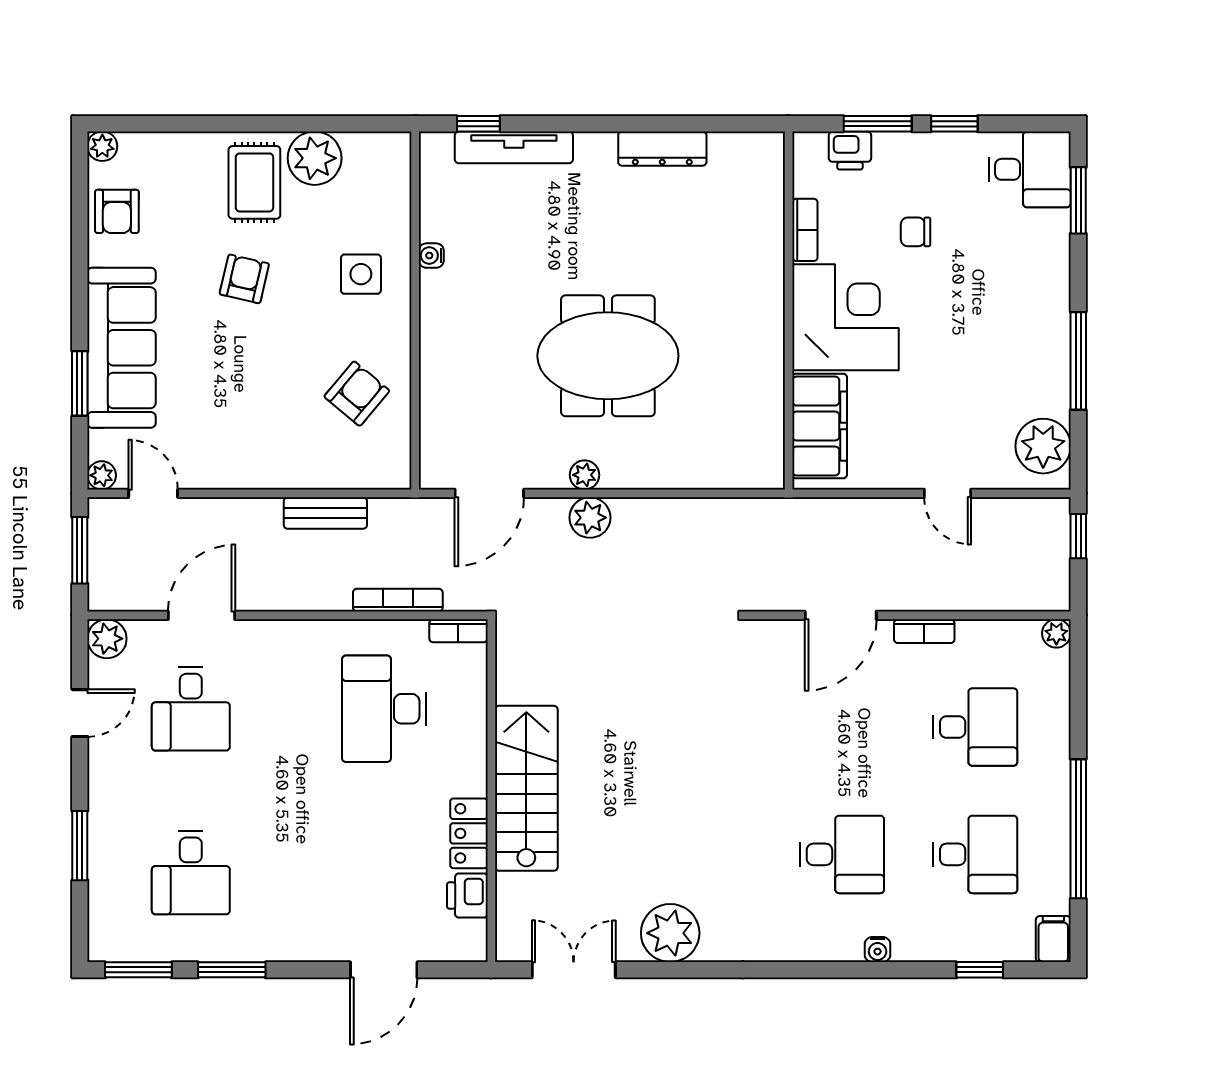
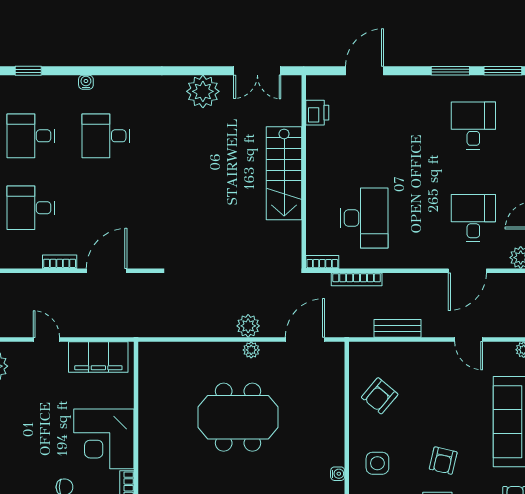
filing cabinet: (820, 426) -> (98, 357), moved, turned -90
door: (153, 493) -> (469, 340), moved
locker: (469, 833) -> (316, 148), removed

